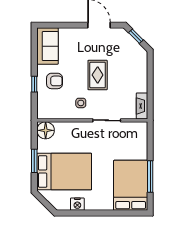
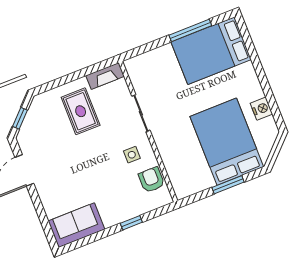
rug: (98, 75) -> (81, 111), moved, turned 90
armchair: (55, 81) -> (152, 180), moved
floor lamp: (46, 130) -> (184, 186), removed

